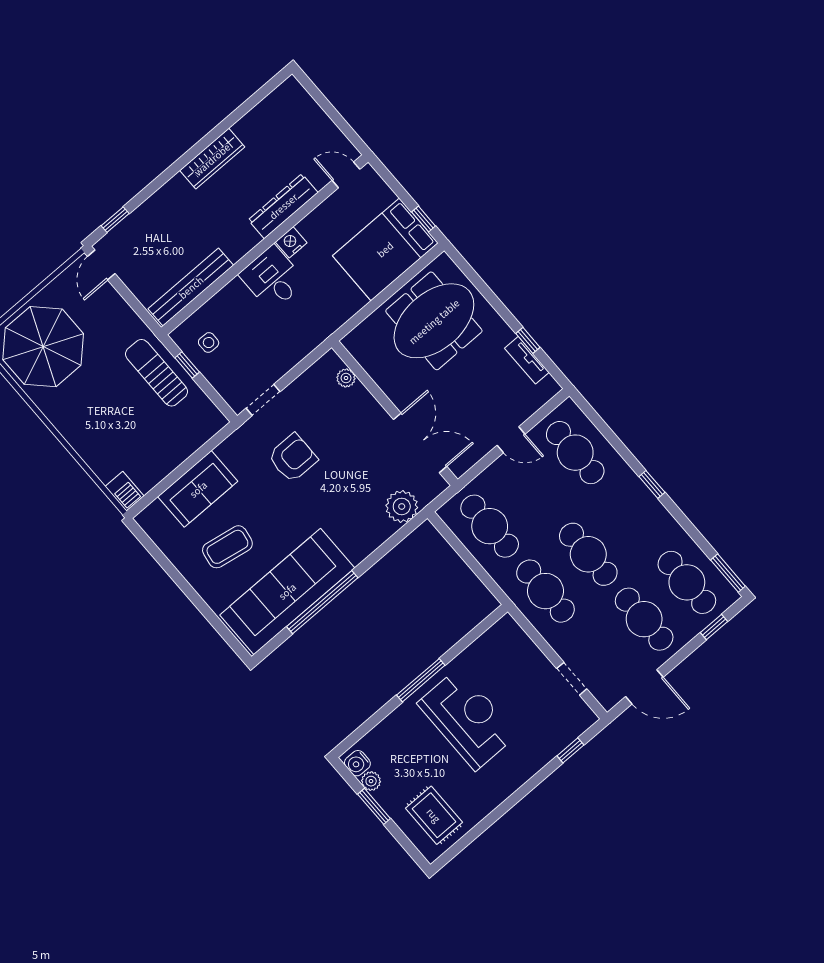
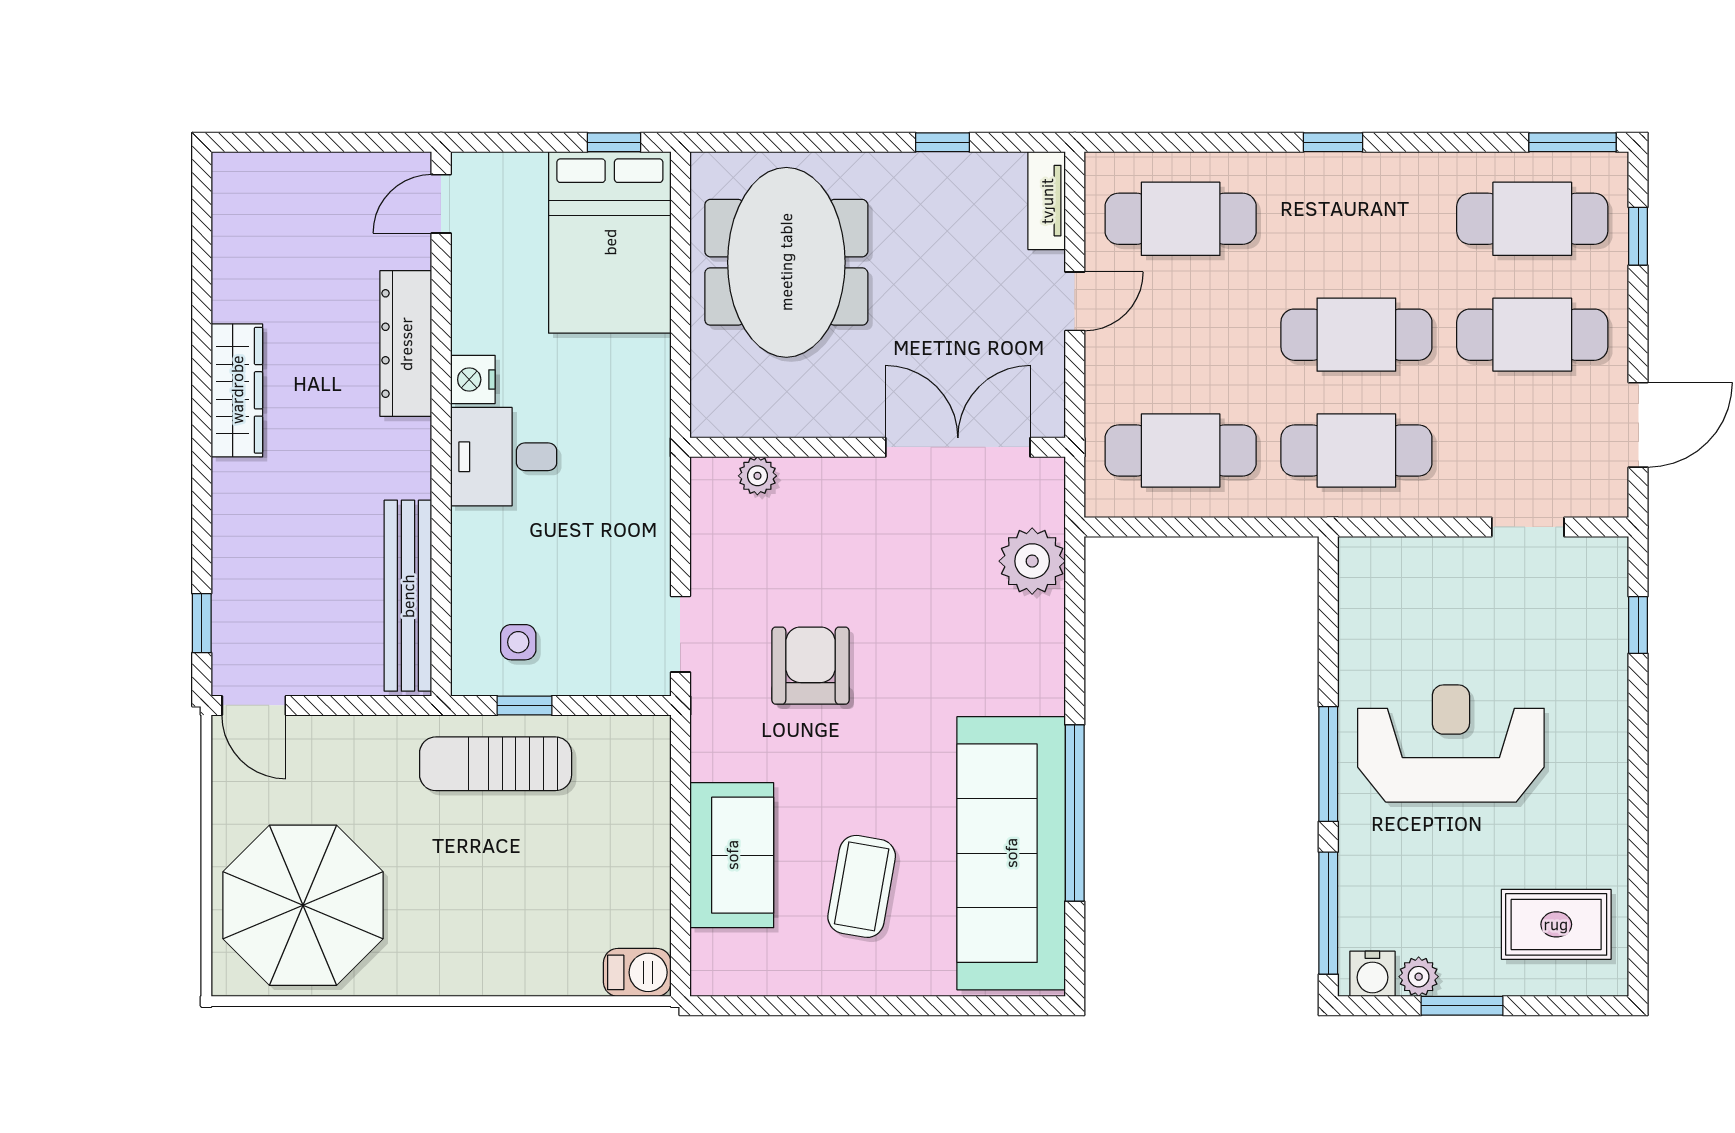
tv unit: (527, 360) -> (1047, 201), moved, turned 90
window: (366, 728) -> (1328, 913), added

